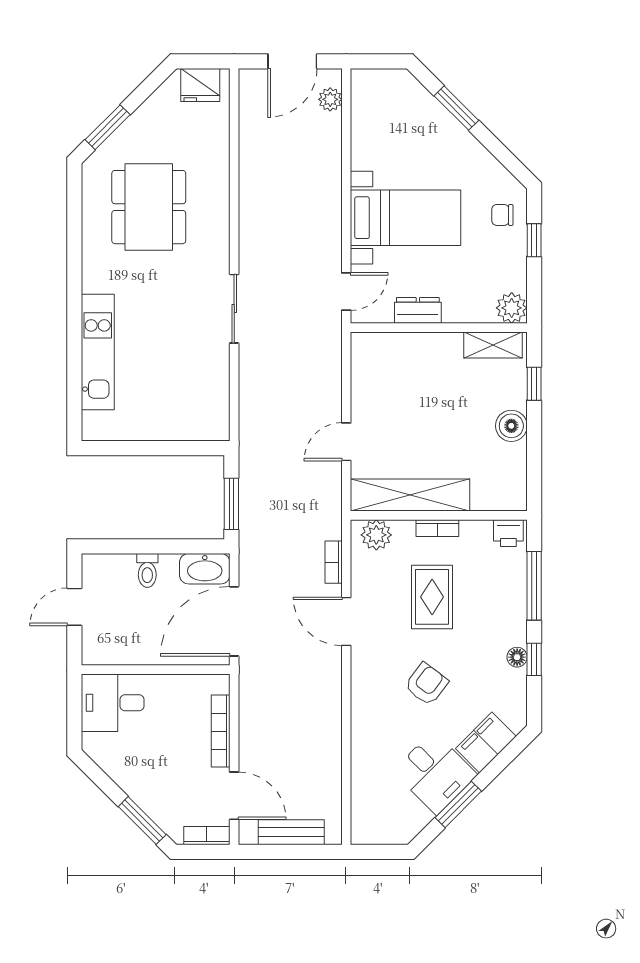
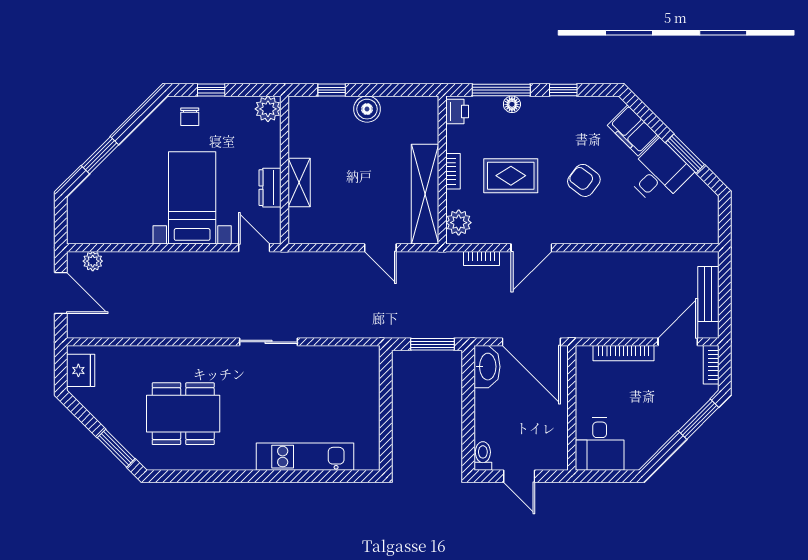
shelving: (493, 345) -> (299, 183), moved
toilet: (147, 570) -> (483, 456), moved, turned -90
floor lamp: (517, 657) -> (512, 104), moved

